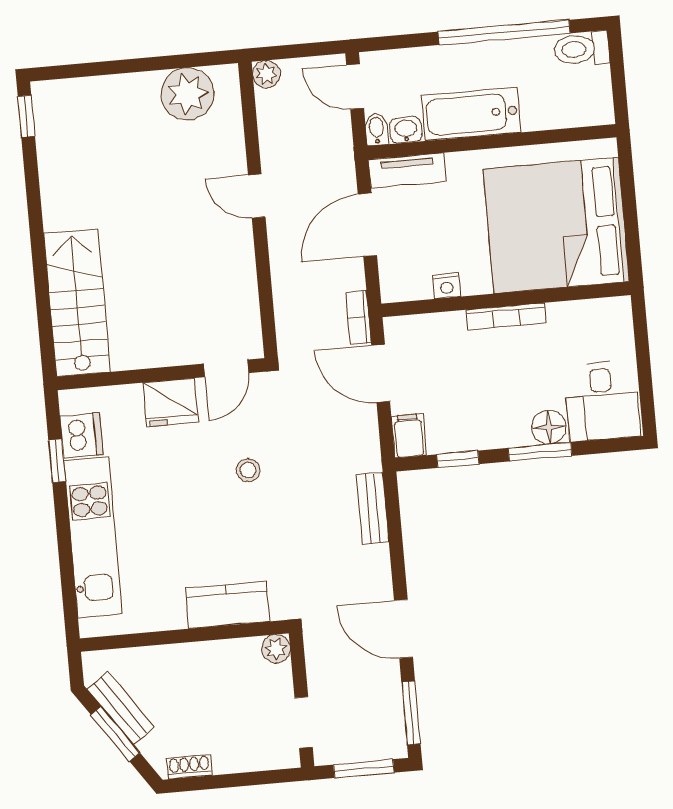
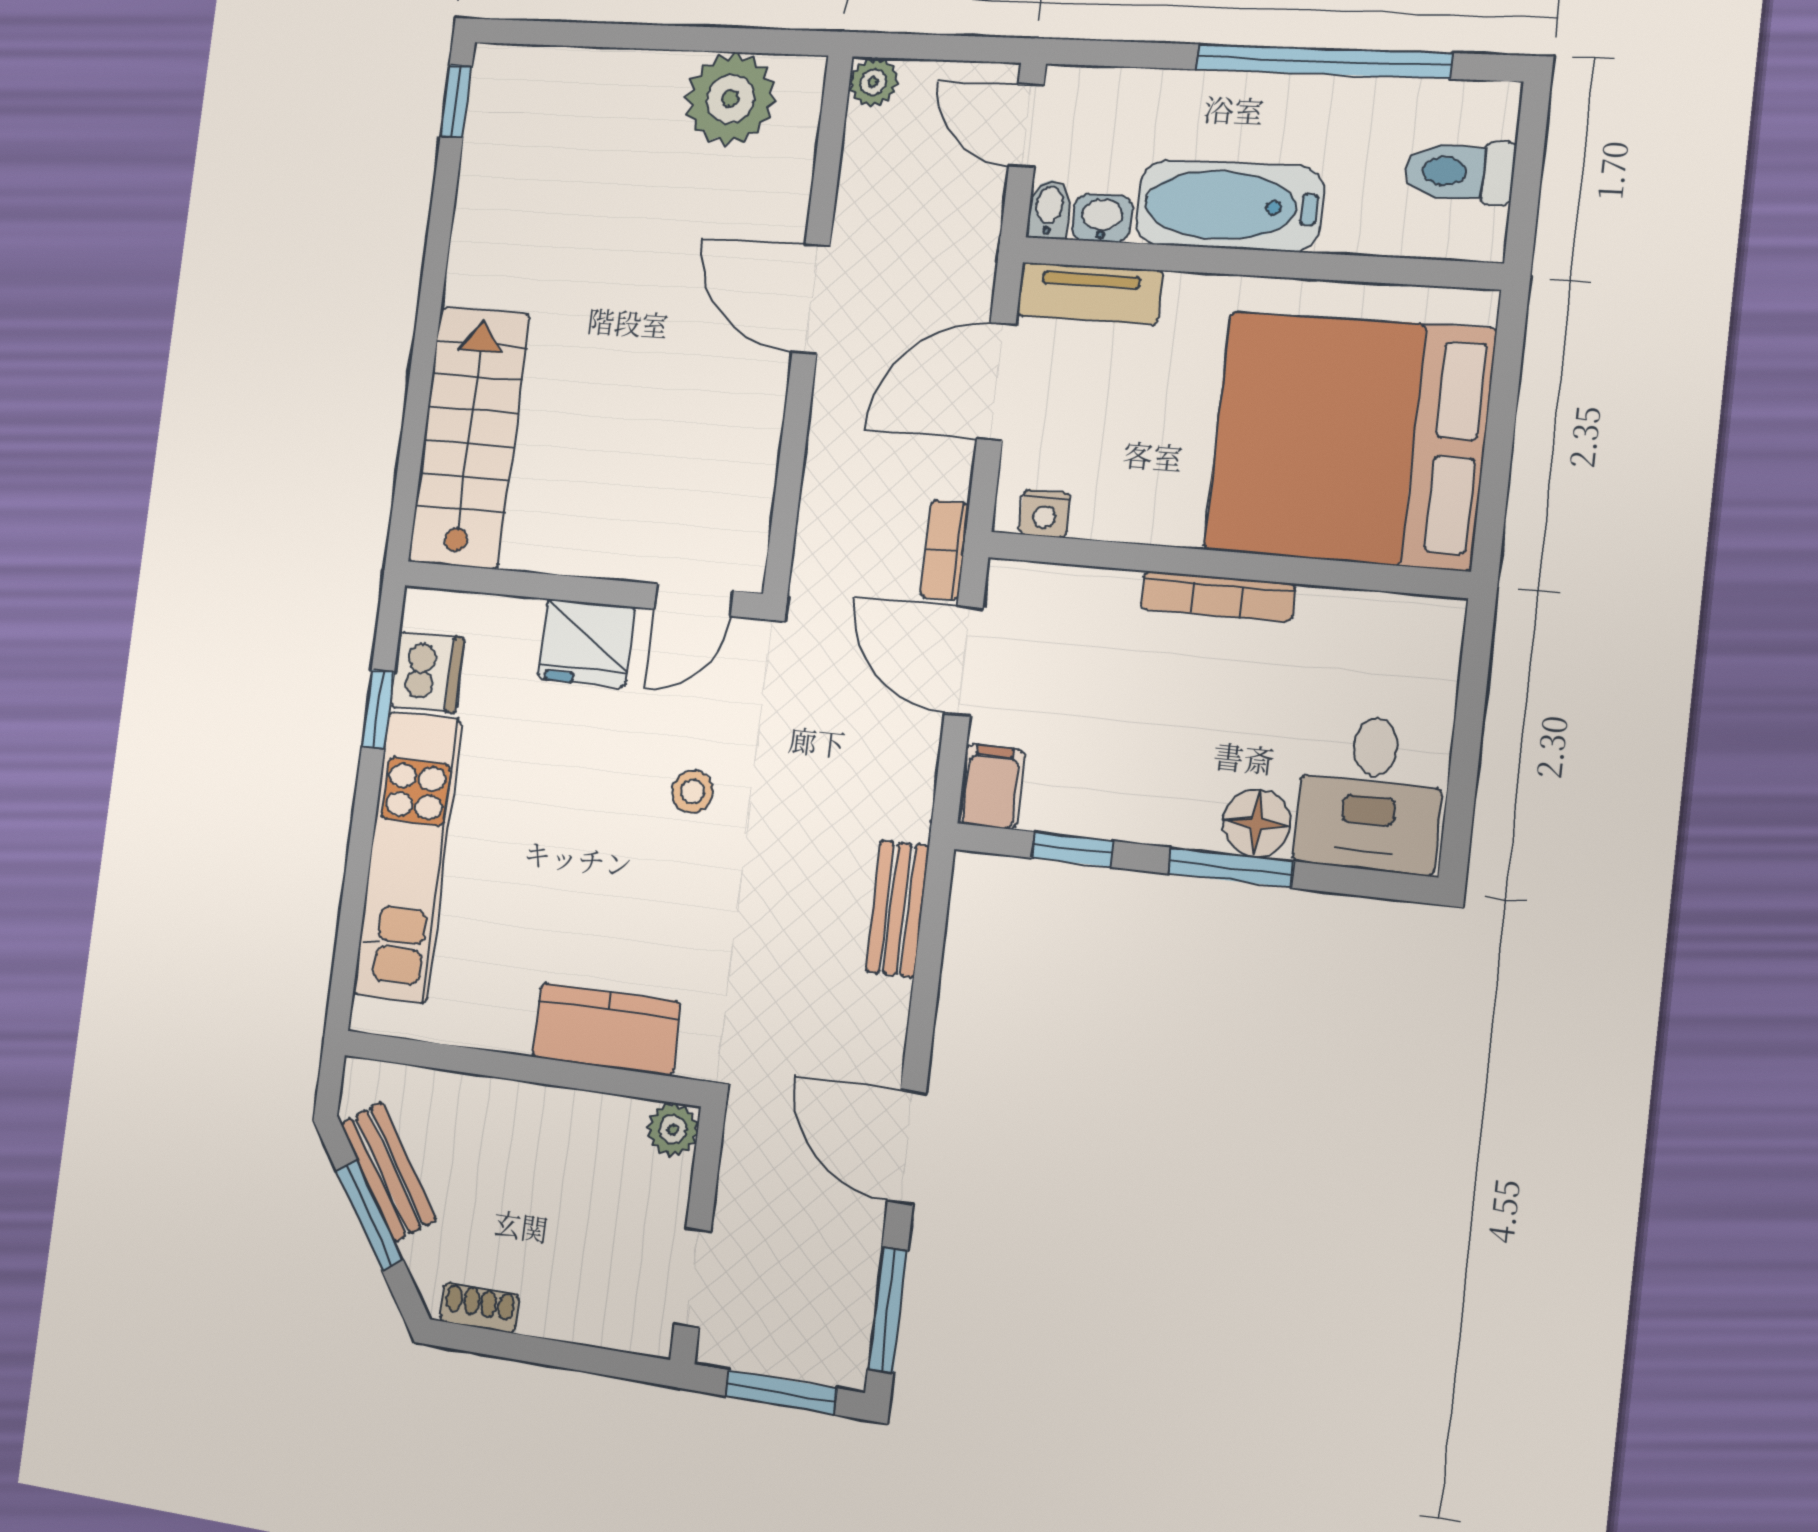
toilet: (581, 49) -> (1459, 172), moved
door: (257, 196) -> (811, 299), width x1.38
nightstand: (446, 286) -> (1045, 513), moved

